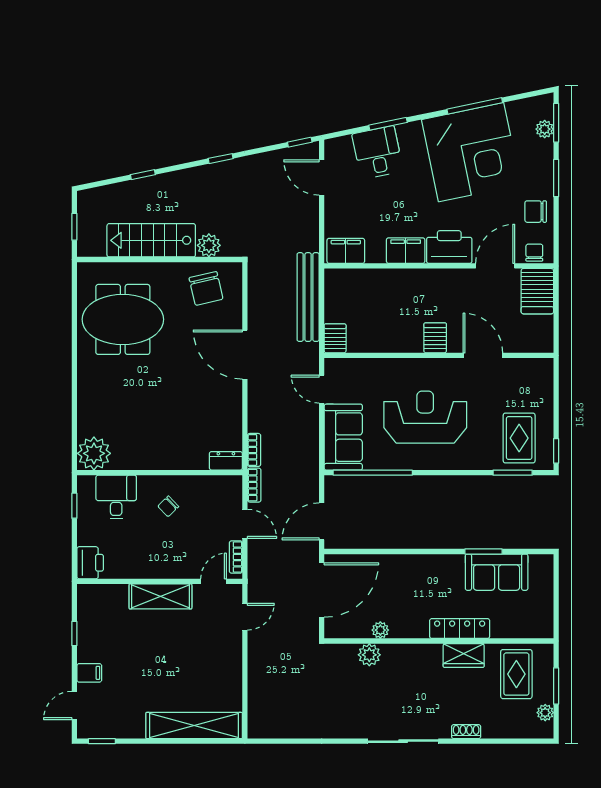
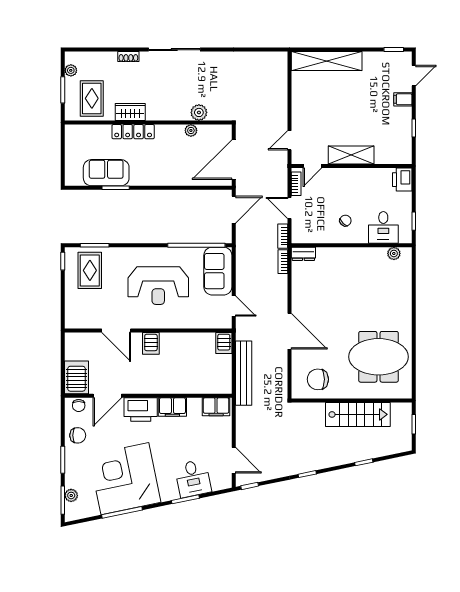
plant: (209, 245) -> (316, 411), removed
chair: (206, 288) -> (318, 379), turned -77
plant: (94, 453) -> (394, 253), width x0.53, depth x0.53

